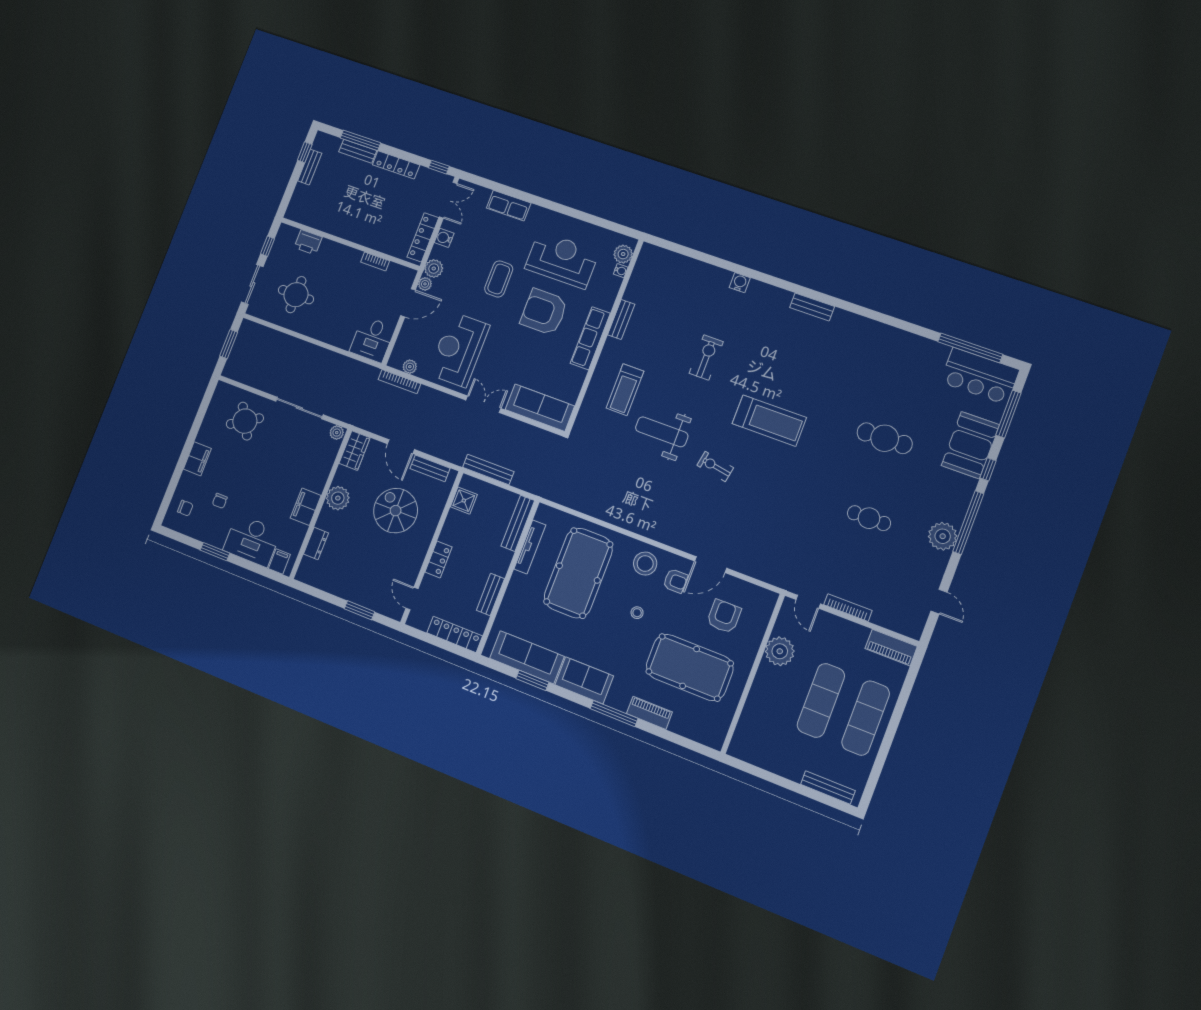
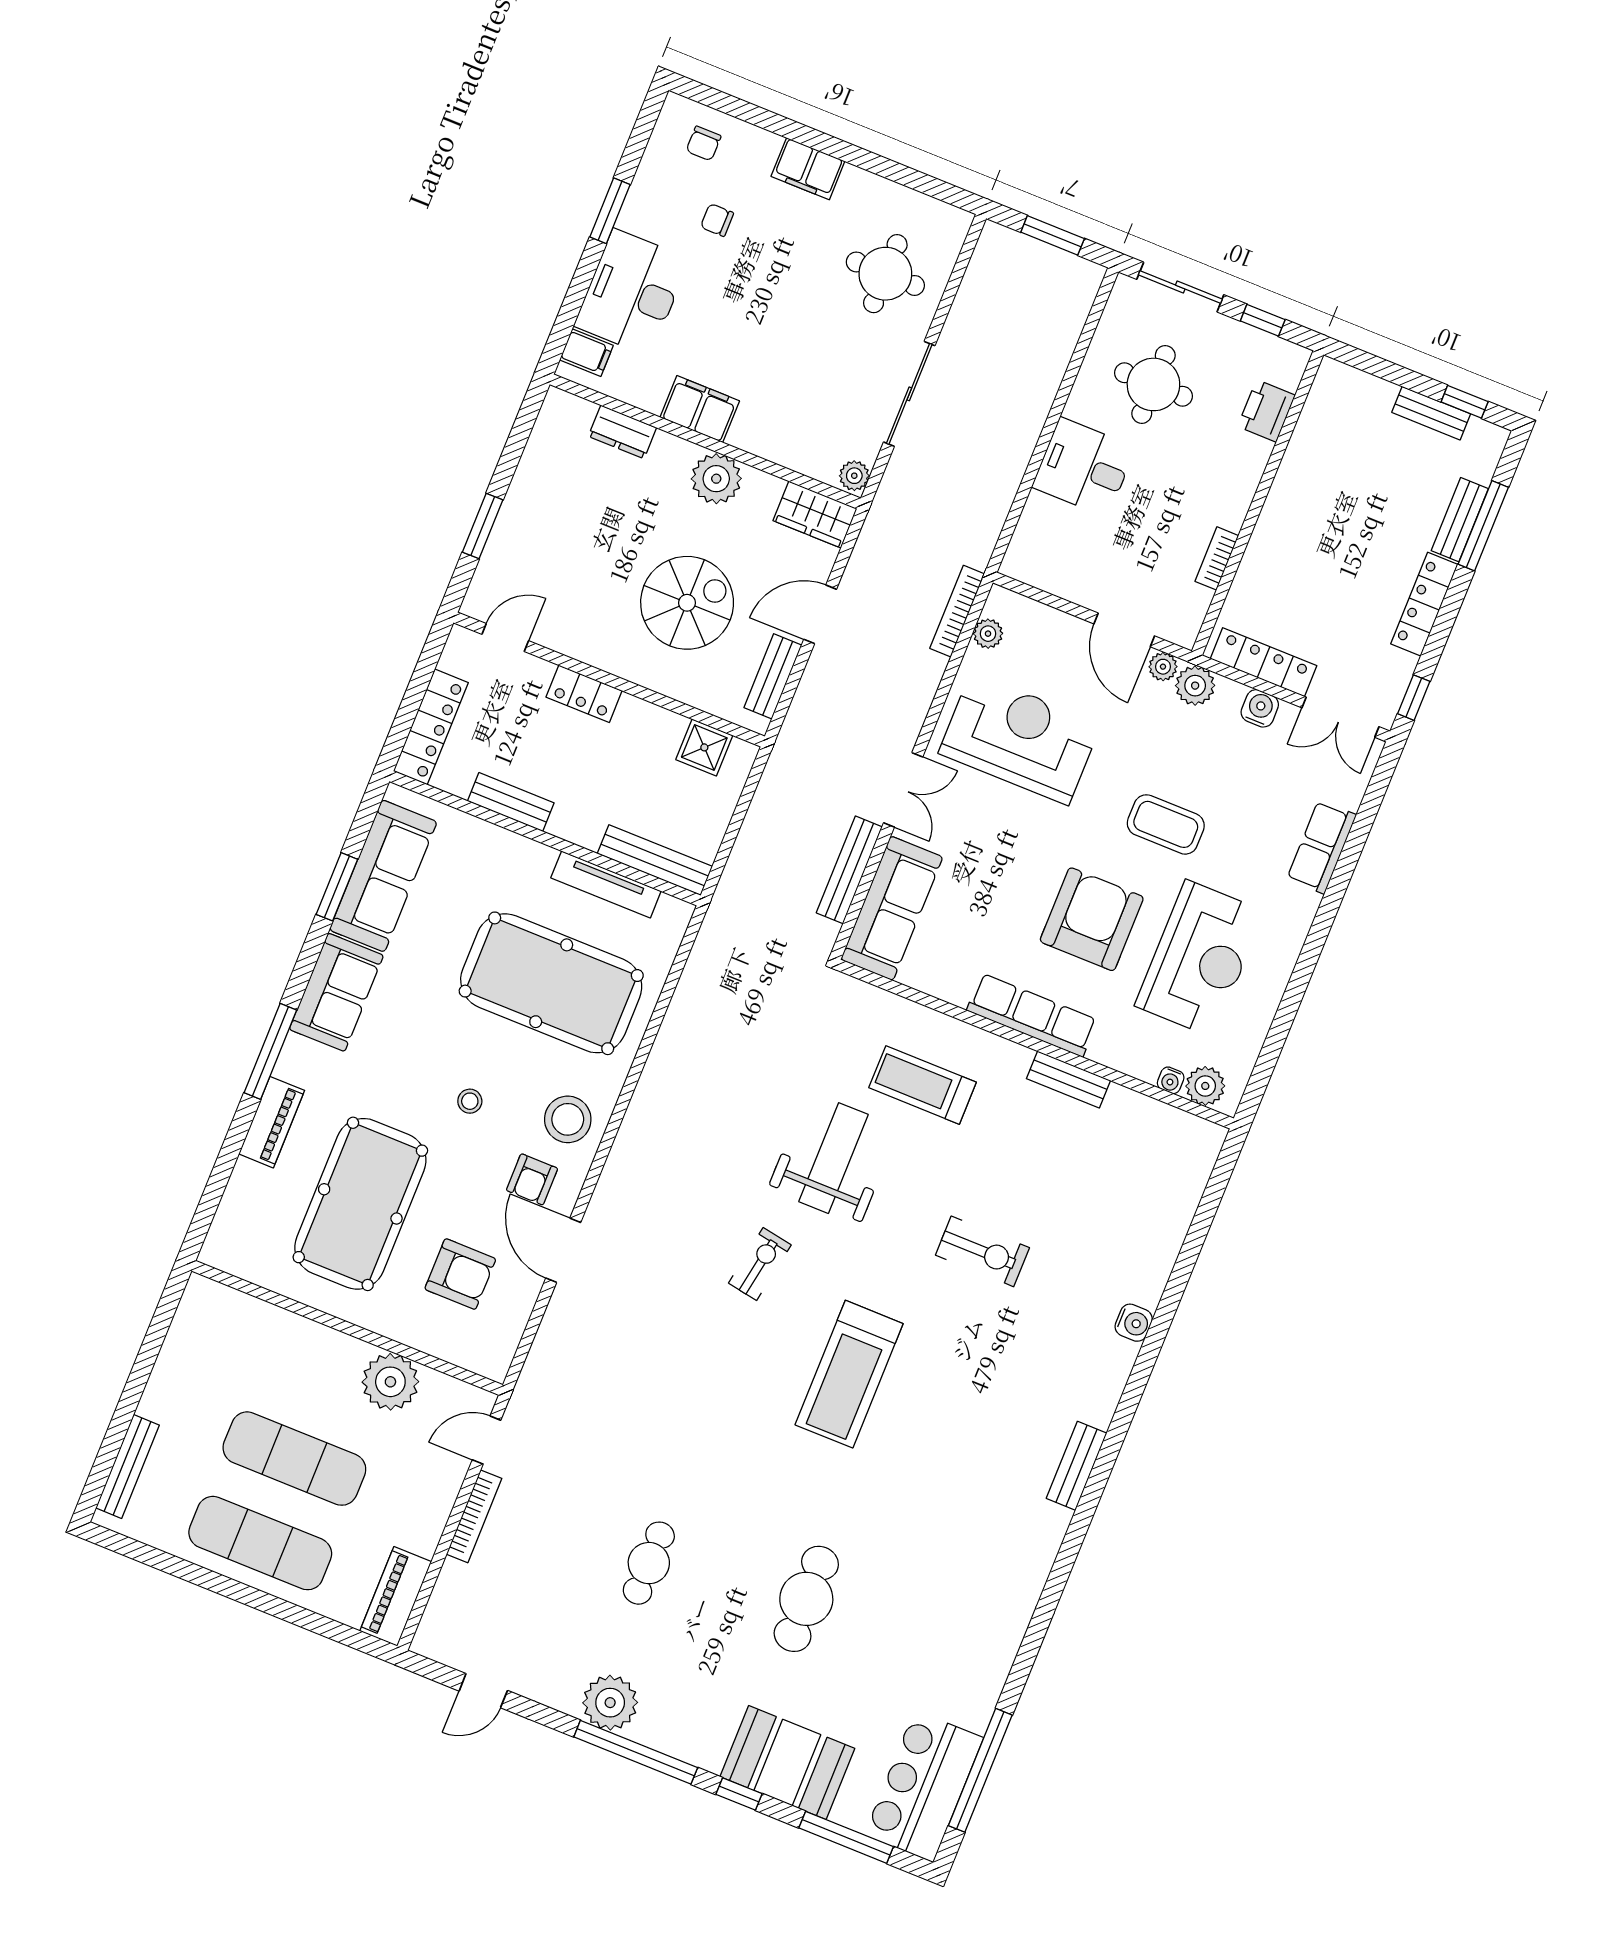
desk: (372, 339) -> (1084, 467), moved
round table: (245, 421) -> (885, 274), turned 31
bench: (488, 470) -> (849, 870), moved

